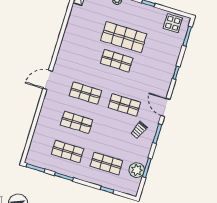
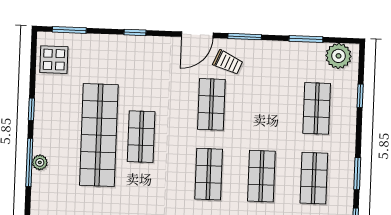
shop shelf: (124, 37) -> (99, 135), width x1.40
trolley: (139, 130) -> (228, 62), moved
plant: (137, 170) -> (338, 56), moved

